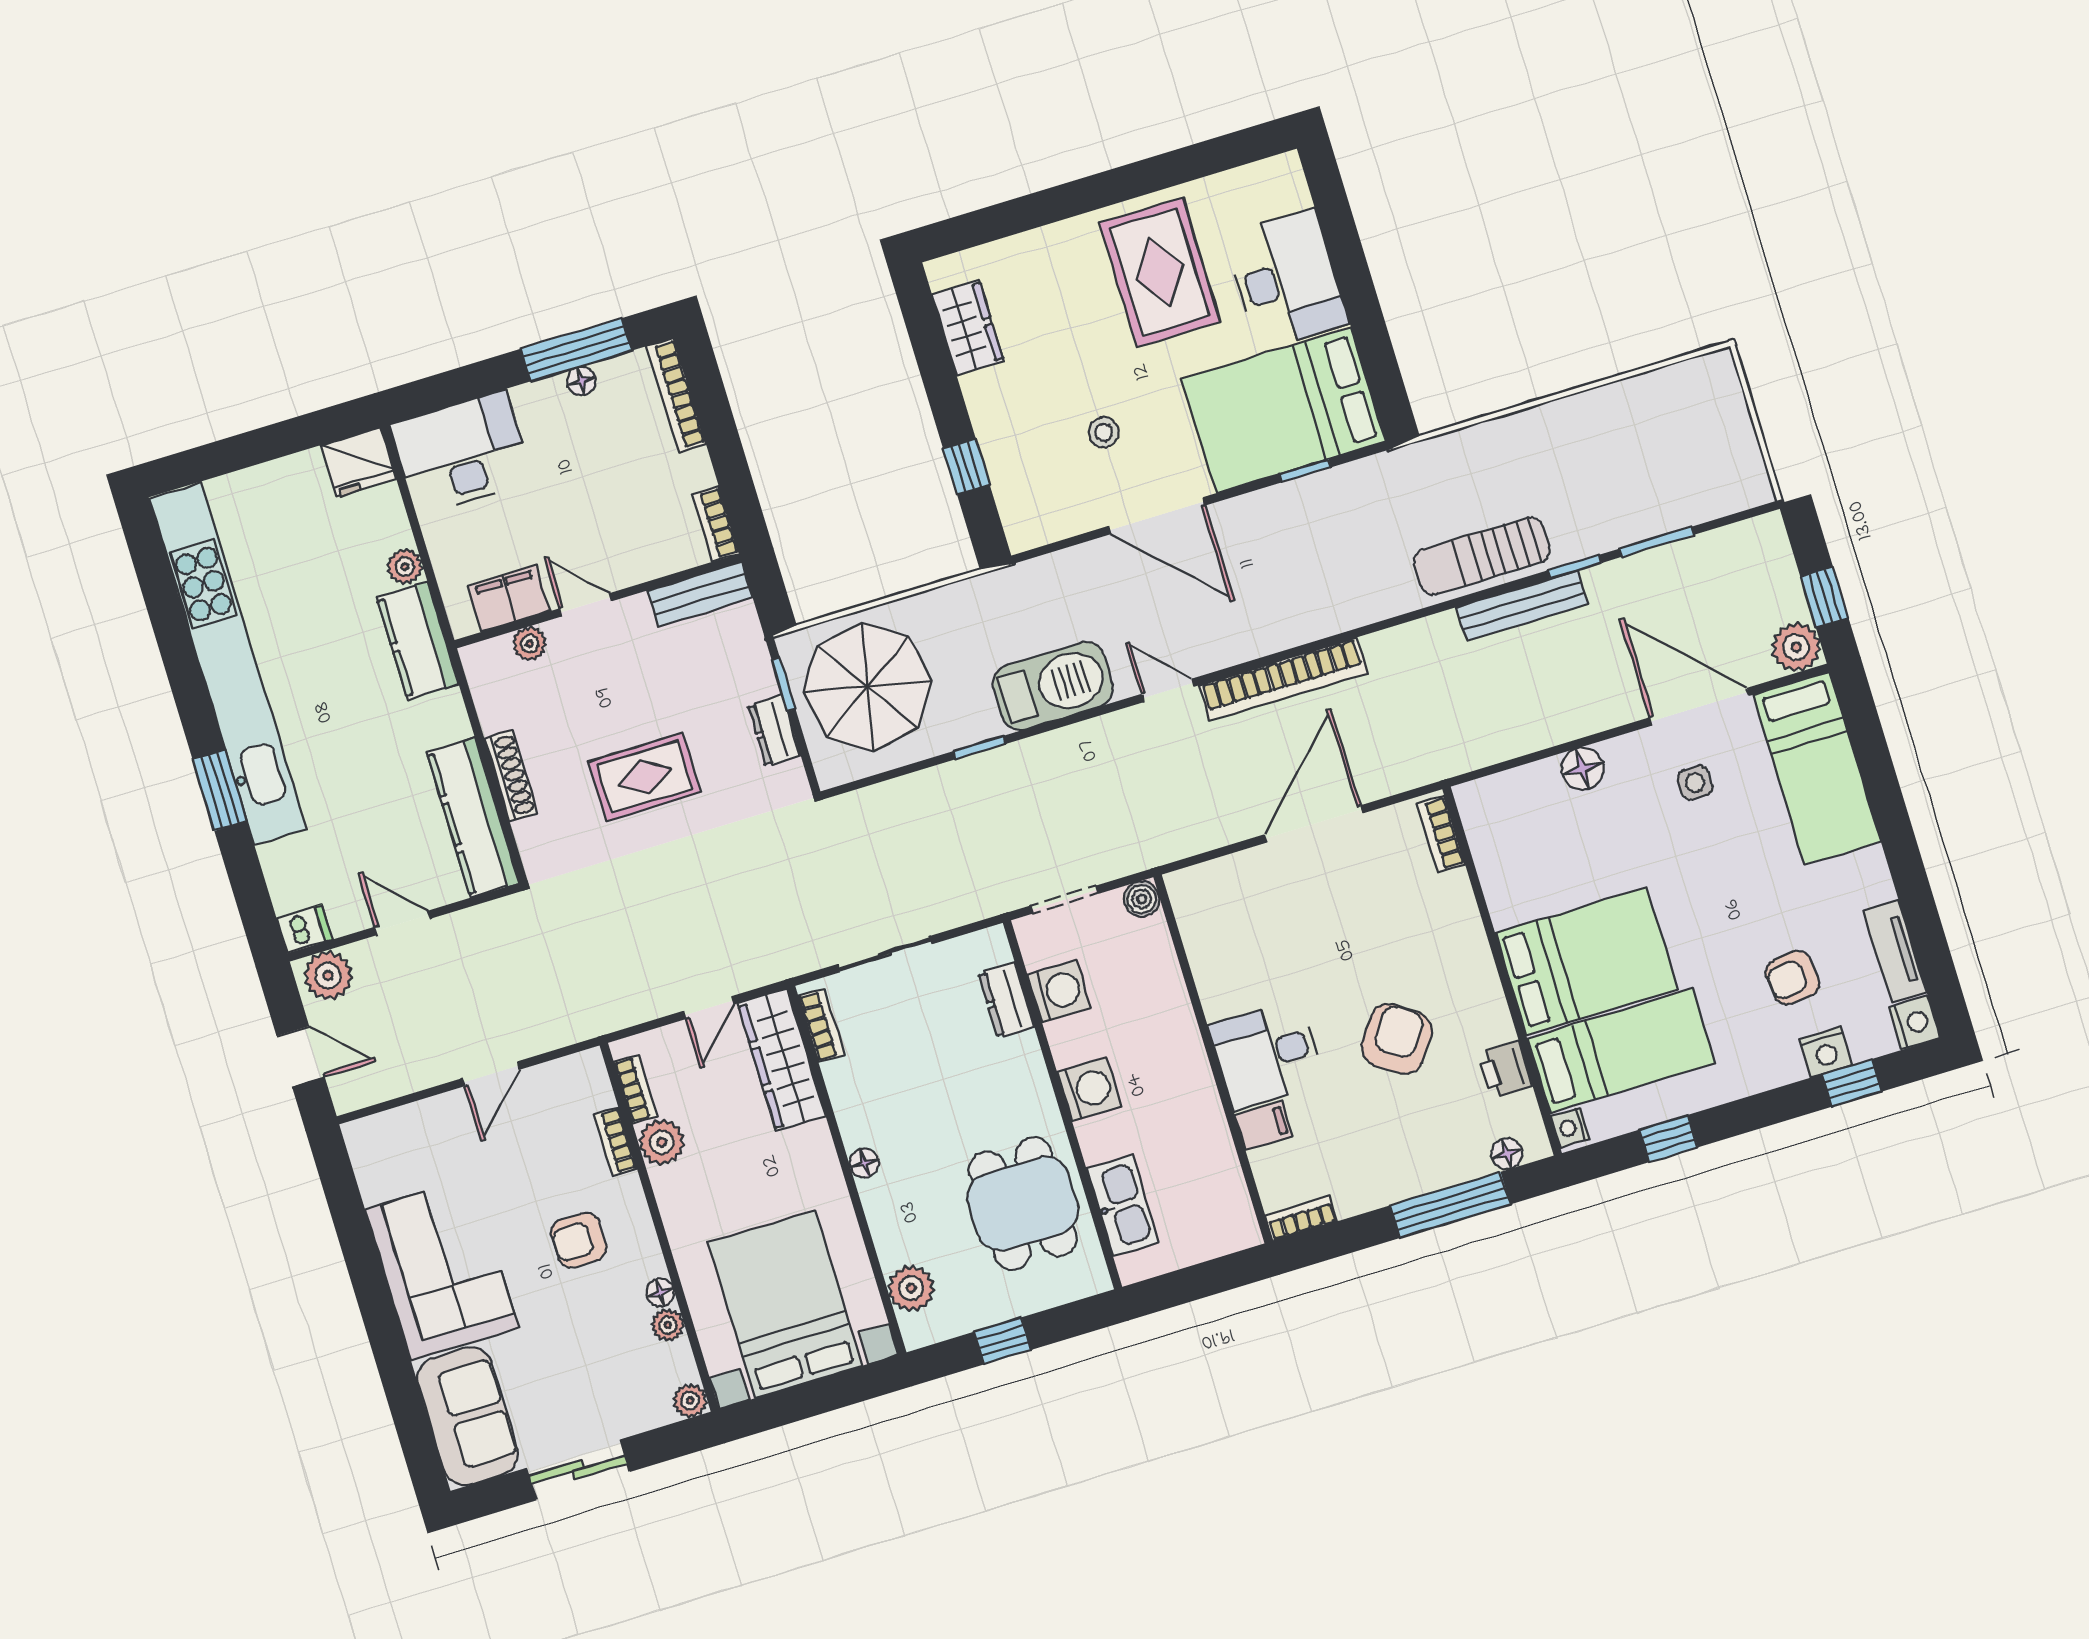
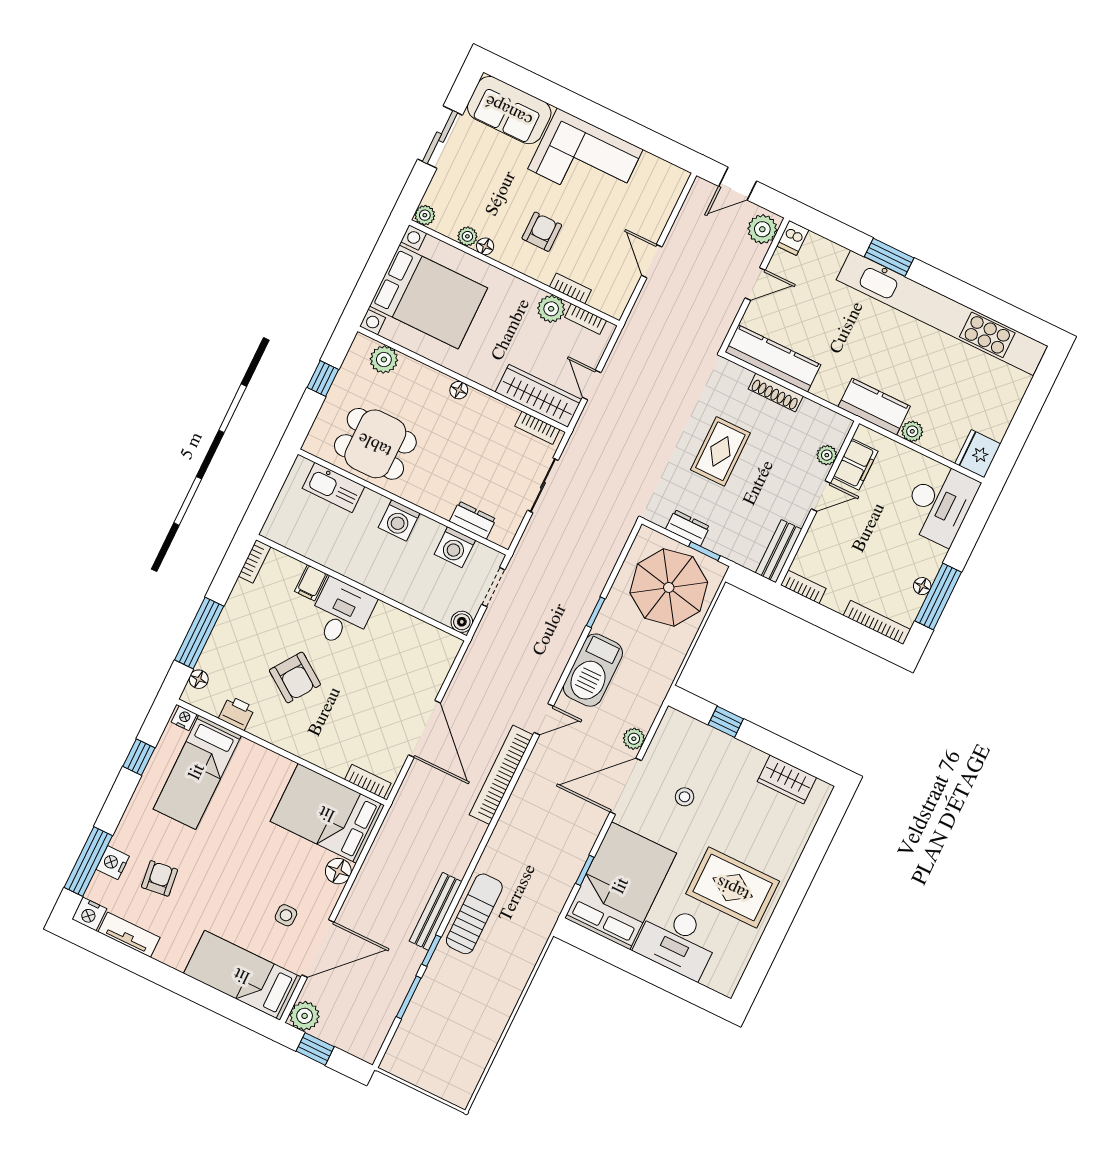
plant: (1090, 559) -> (634, 739), added
bed: (1586, 961) -> (327, 813), moved, turned 90
window: (1852, 1083) -> (88, 862), width x2.17

